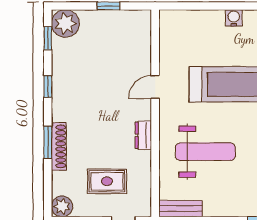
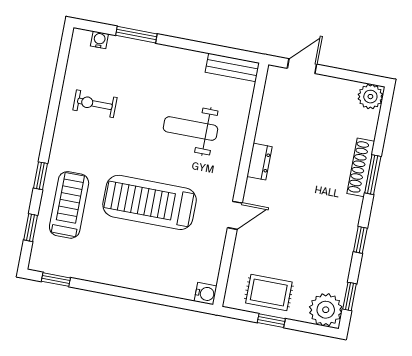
water cooler: (234, 18) -> (206, 294), moved, turned -90
weight bench: (205, 152) -> (190, 129), width x0.73, depth x0.75
rug: (107, 181) -> (269, 292), moved

